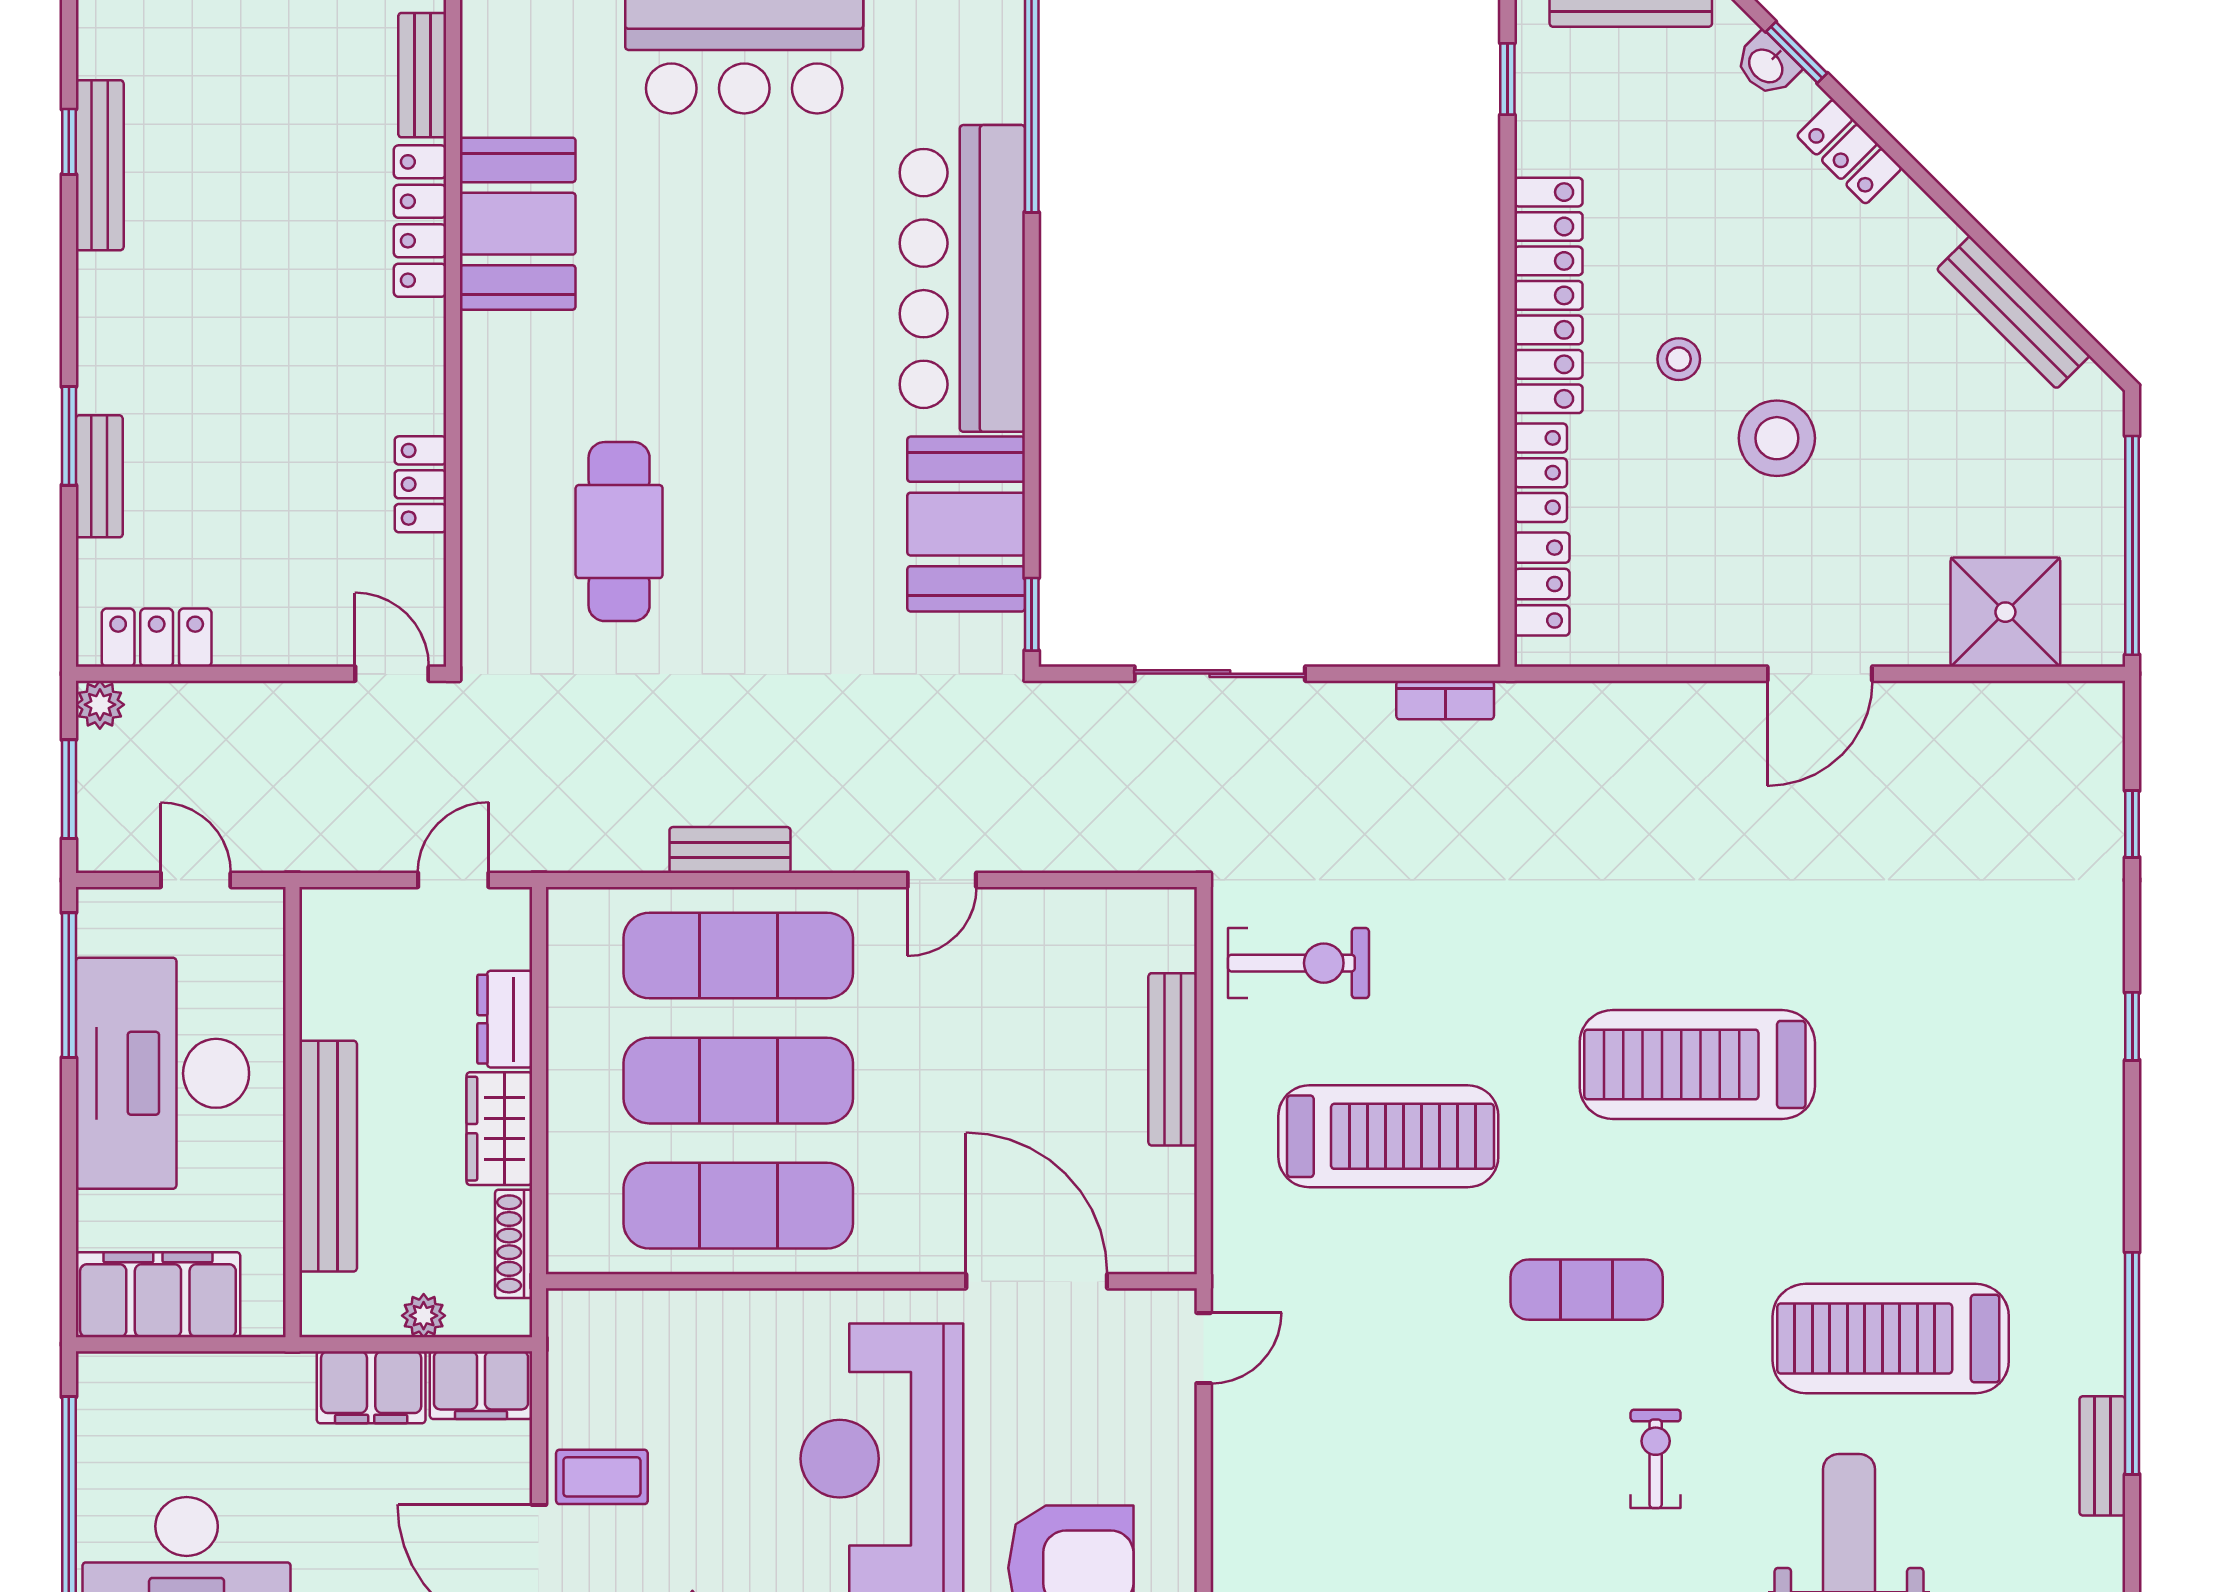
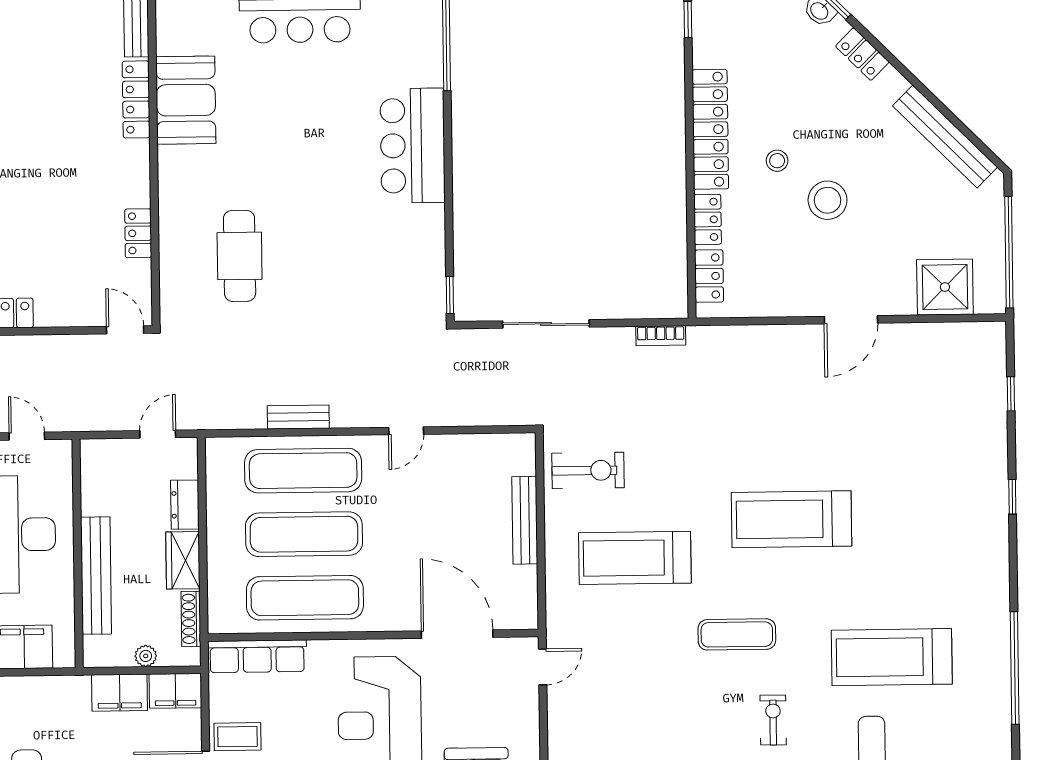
bar counter: (962, 278) -> (413, 146), width x0.73
bench: (2013, 312) -> (945, 136), width x1.37, depth x1.21
booth: (966, 524) -> (416, 250), removed
treadmill: (1388, 1136) -> (635, 558), turned 180
row of seats: (643, 1319) -> (257, 656), added
bench: (2102, 1456) -> (1000, 715), removed

